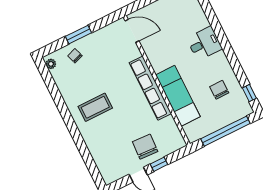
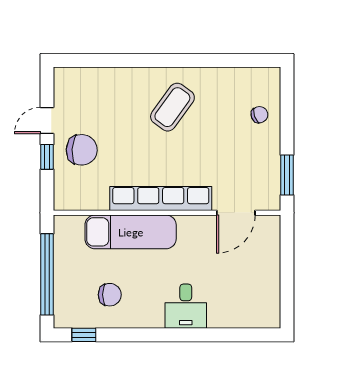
door: (132, 31) -> (236, 213), moved
window: (78, 35) -> (287, 175), moved
plant: (51, 64) -> (265, 75), removed
coffee table: (95, 107) -> (172, 107), turned 36

